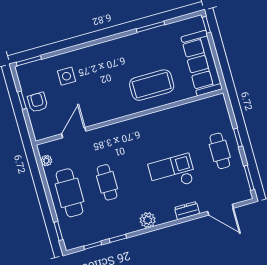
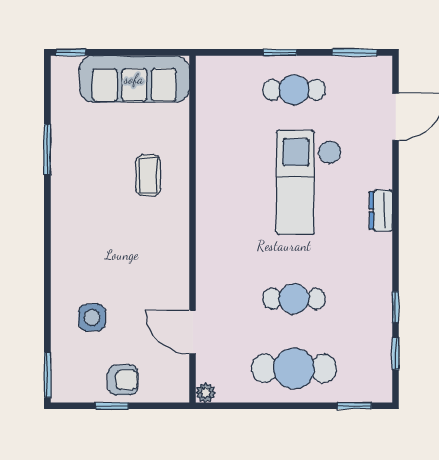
coffee table: (152, 85) -> (148, 175), width x0.54, depth x0.58
armchair: (38, 102) -> (123, 380), turned 180
plant: (46, 161) -> (206, 393), moved
checkout: (172, 173) -> (309, 182), width x1.36, depth x1.21
dresser: (187, 211) -> (381, 211), moved
plant: (148, 220) -> (378, 247), removed

